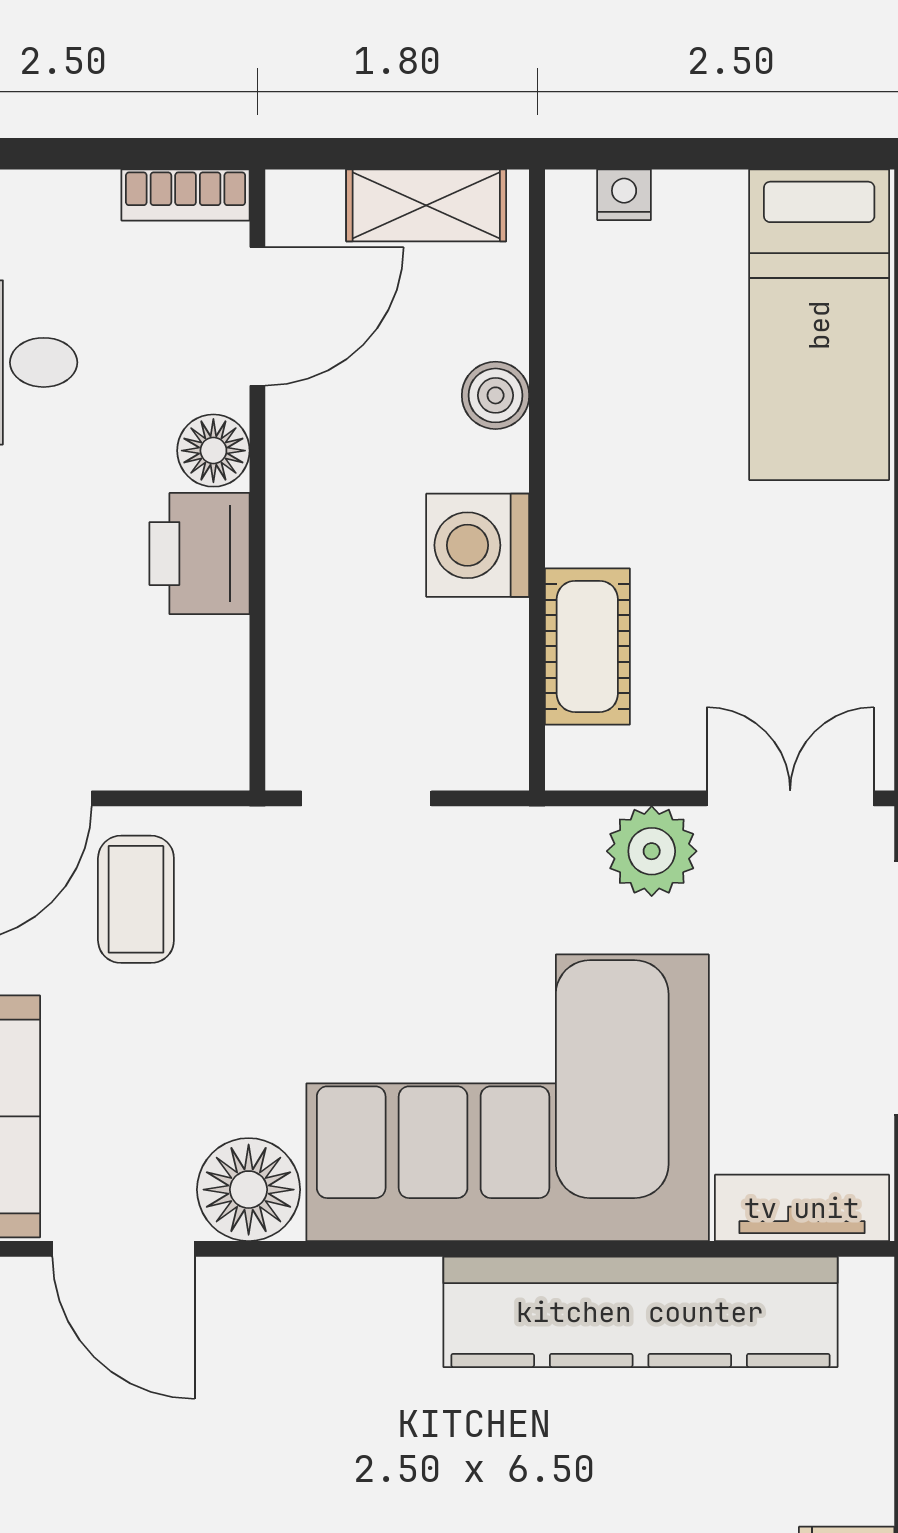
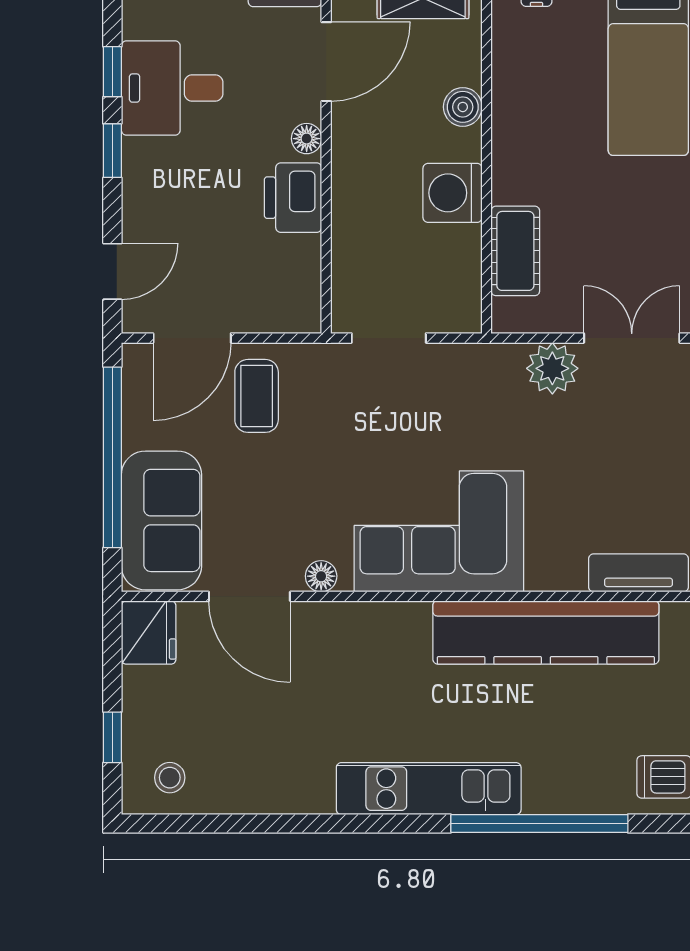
floor lamp: (213, 451) -> (307, 139), width x0.73, depth x0.73
corner sofa: (508, 1098) -> (439, 531), width x0.73, depth x0.74
floor lamp: (249, 1190) -> (321, 576), width x0.53, depth x0.53

